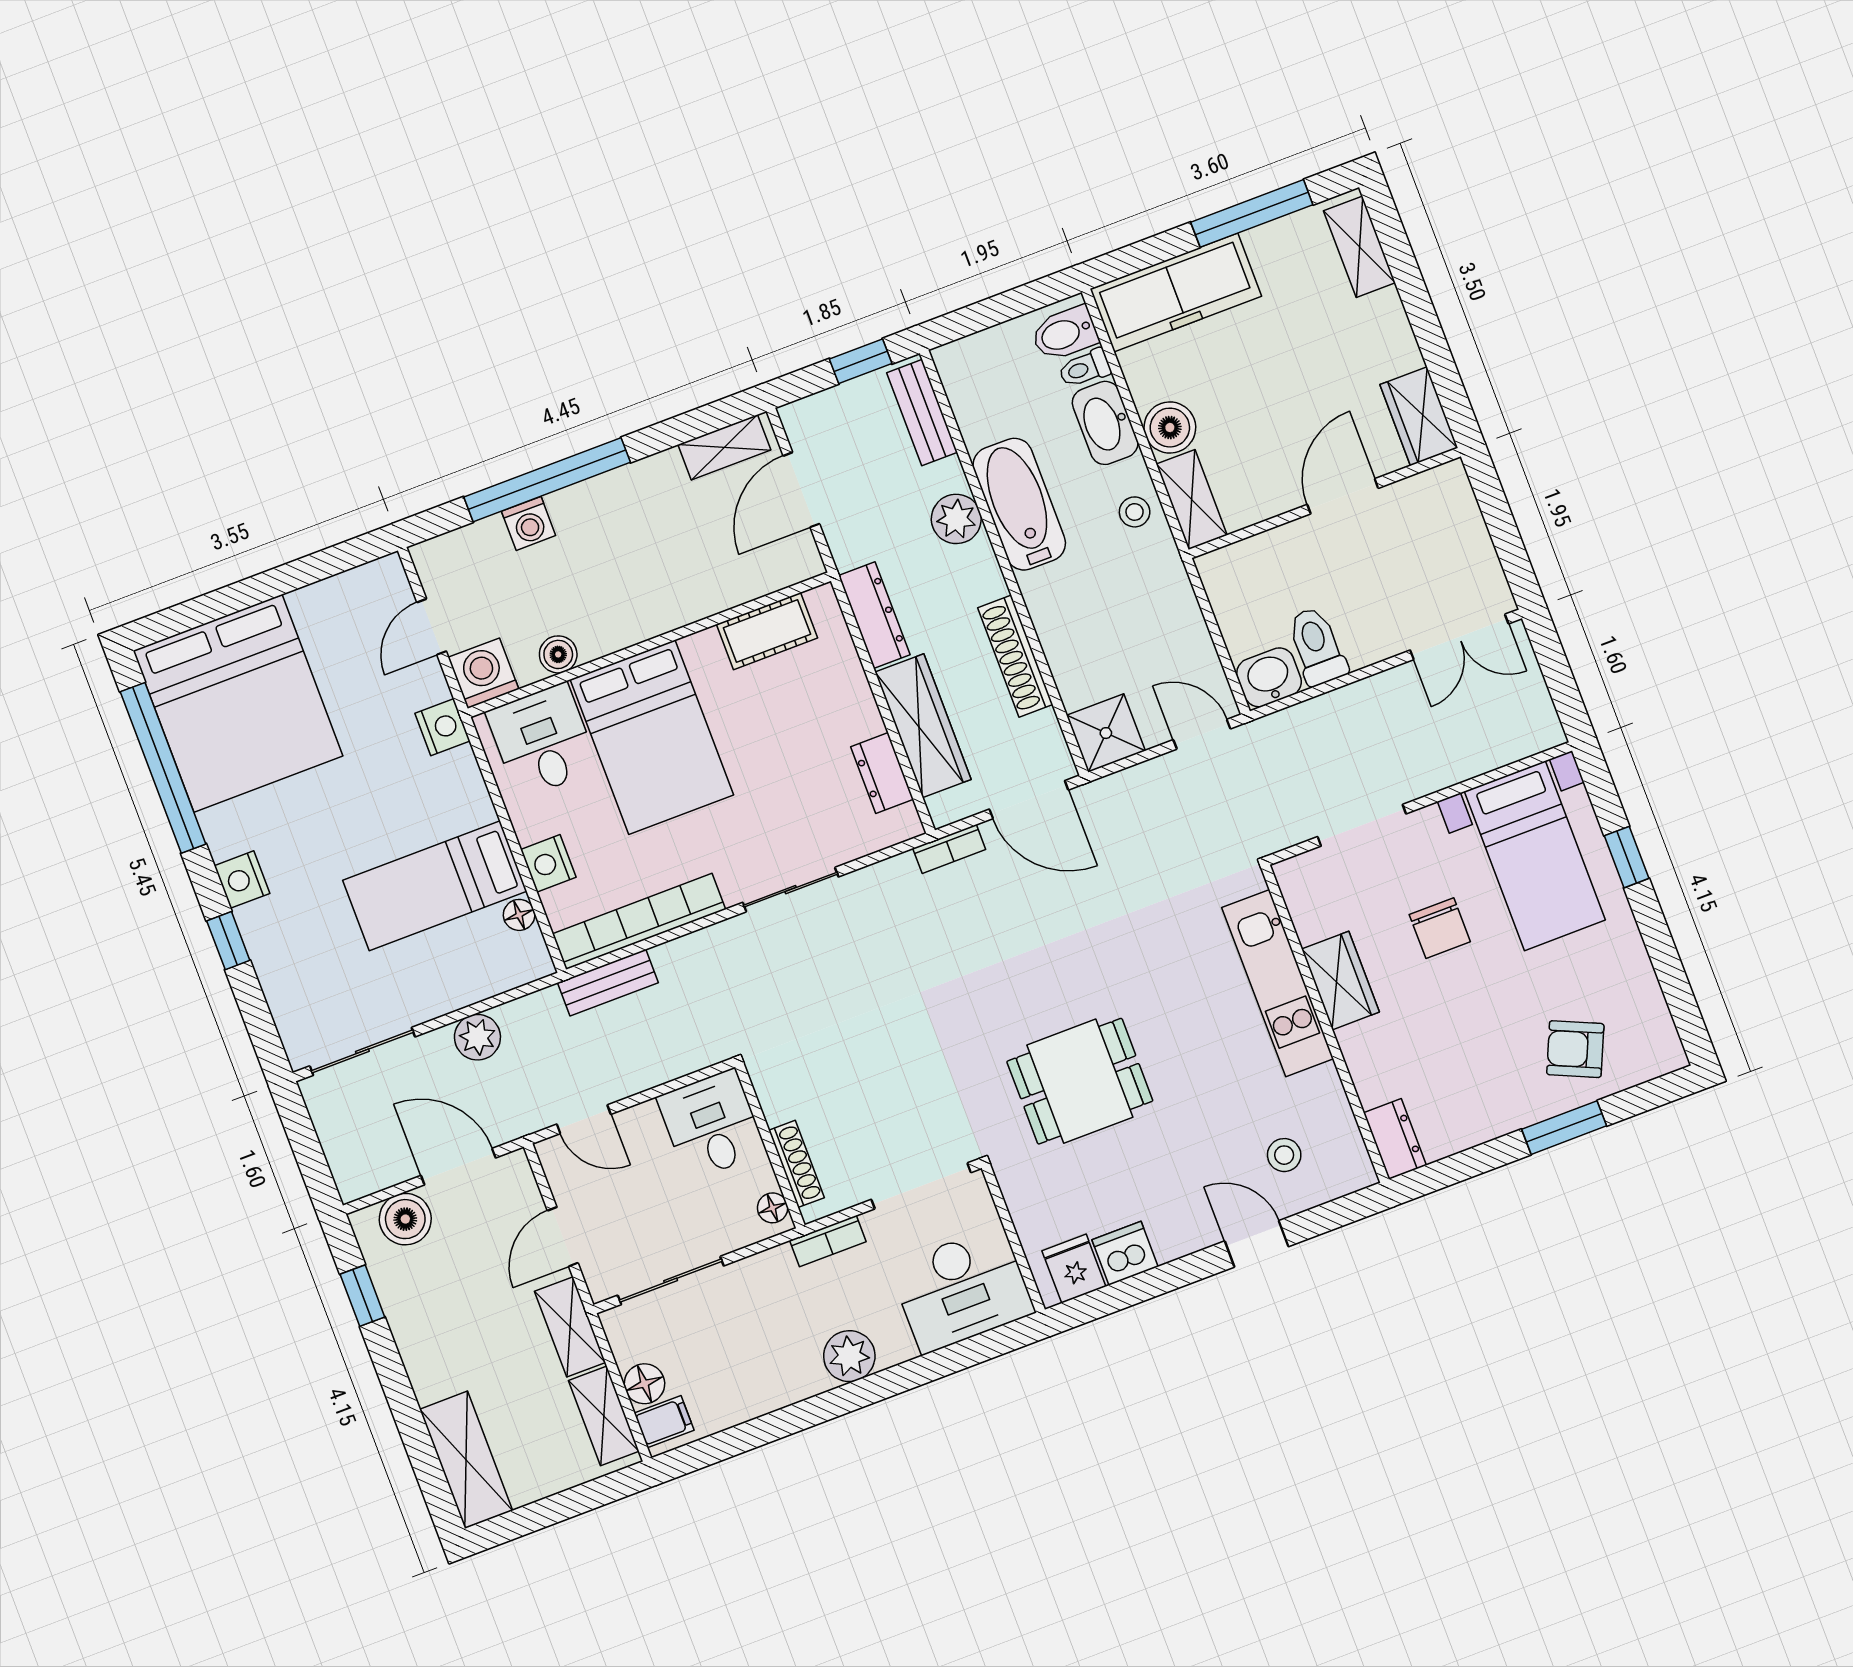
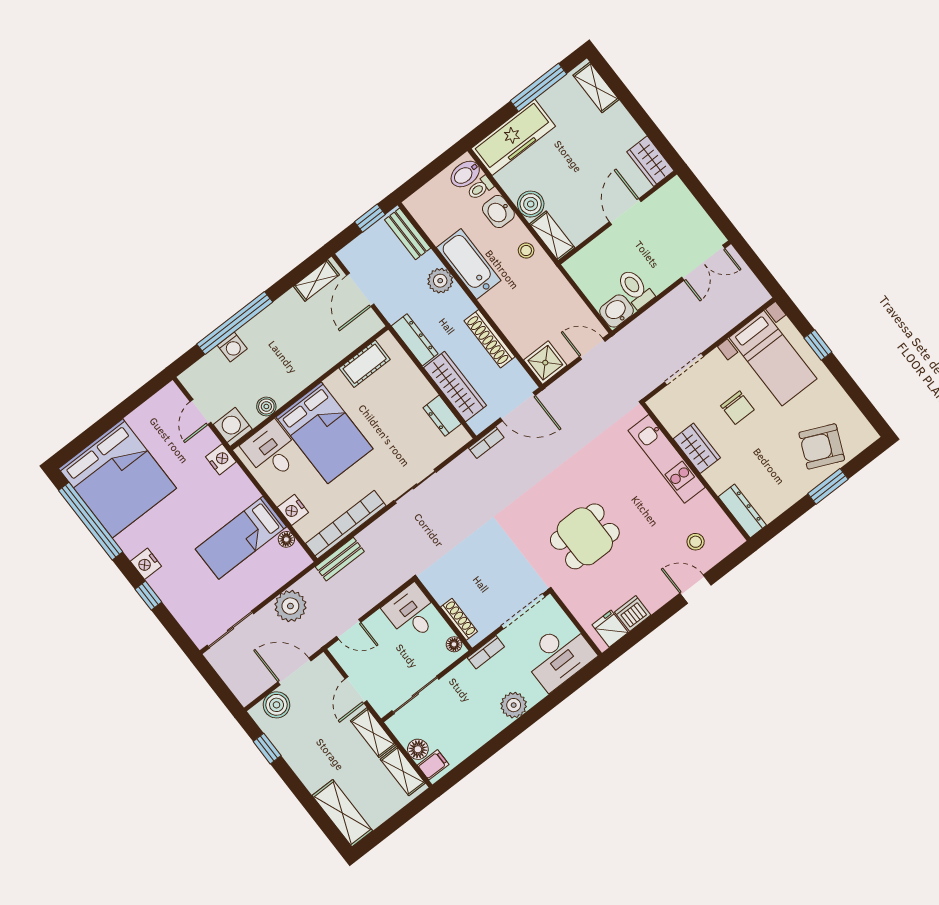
washbasin: (1105, 423) -> (498, 211), width x0.72
plant: (477, 1037) -> (290, 606), width x1.36, depth x1.36
armchair: (1575, 1049) -> (822, 446), width x1.38, depth x1.38
dresser: (1395, 1139) -> (742, 511), width x1.44

